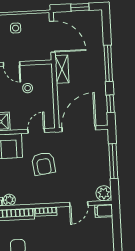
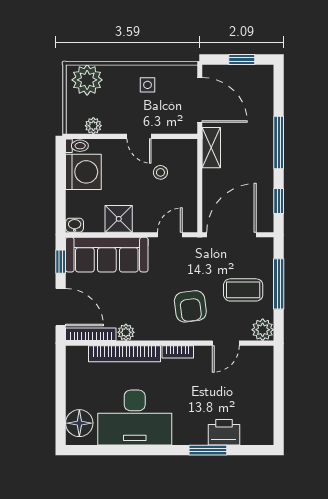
armchair: (44, 164) -> (190, 306), moved
coffee table: (89, 166) -> (243, 290), added
filing cabinet: (104, 211) -> (261, 355), removed

